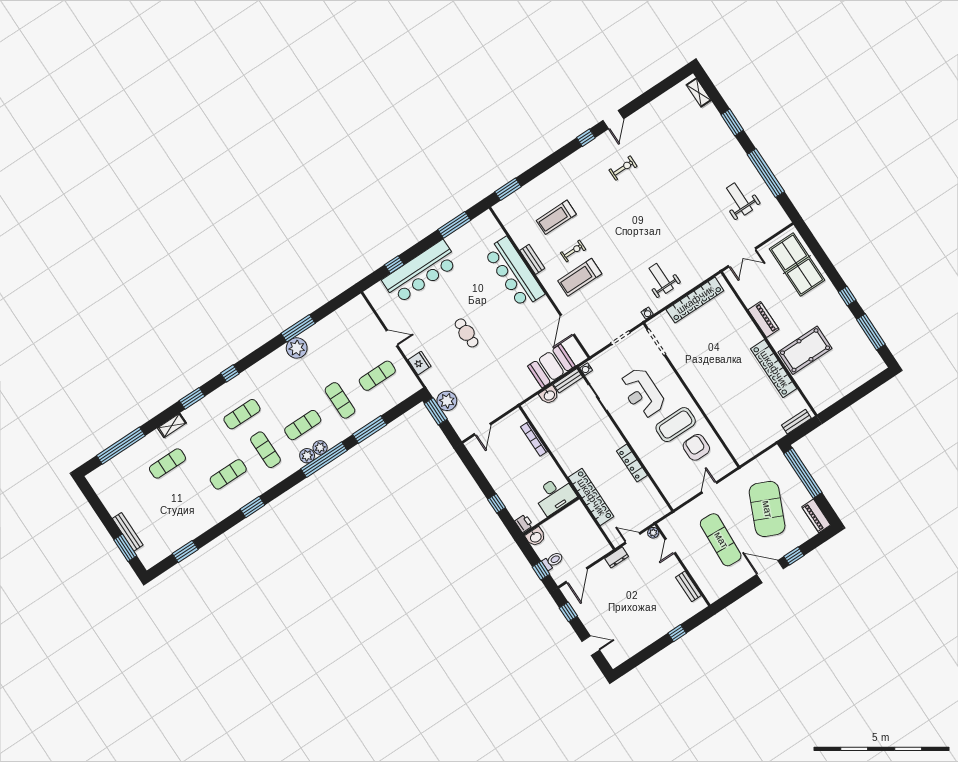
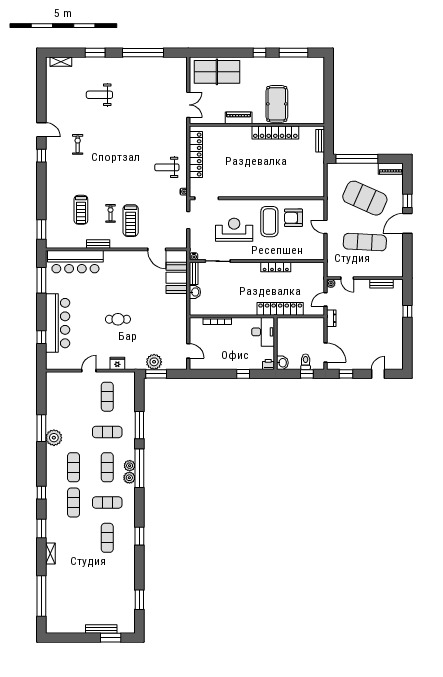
weight bench: (739, 199) -> (99, 95), moved
bar counter: (514, 273) -> (75, 262), moved
reception desk: (642, 393) -> (234, 230), turned 180
exercise mat: (167, 463) -> (74, 467), moved

